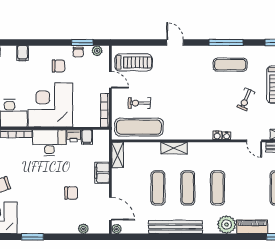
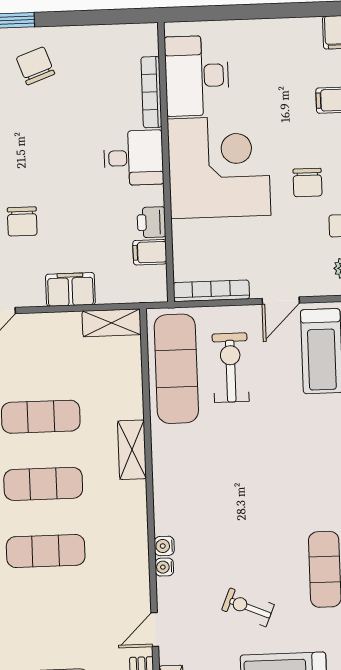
exercise bike: (139, 103) -> (231, 368), width x1.38, depth x1.39
desk: (49, 143) -> (134, 158), width x0.73

